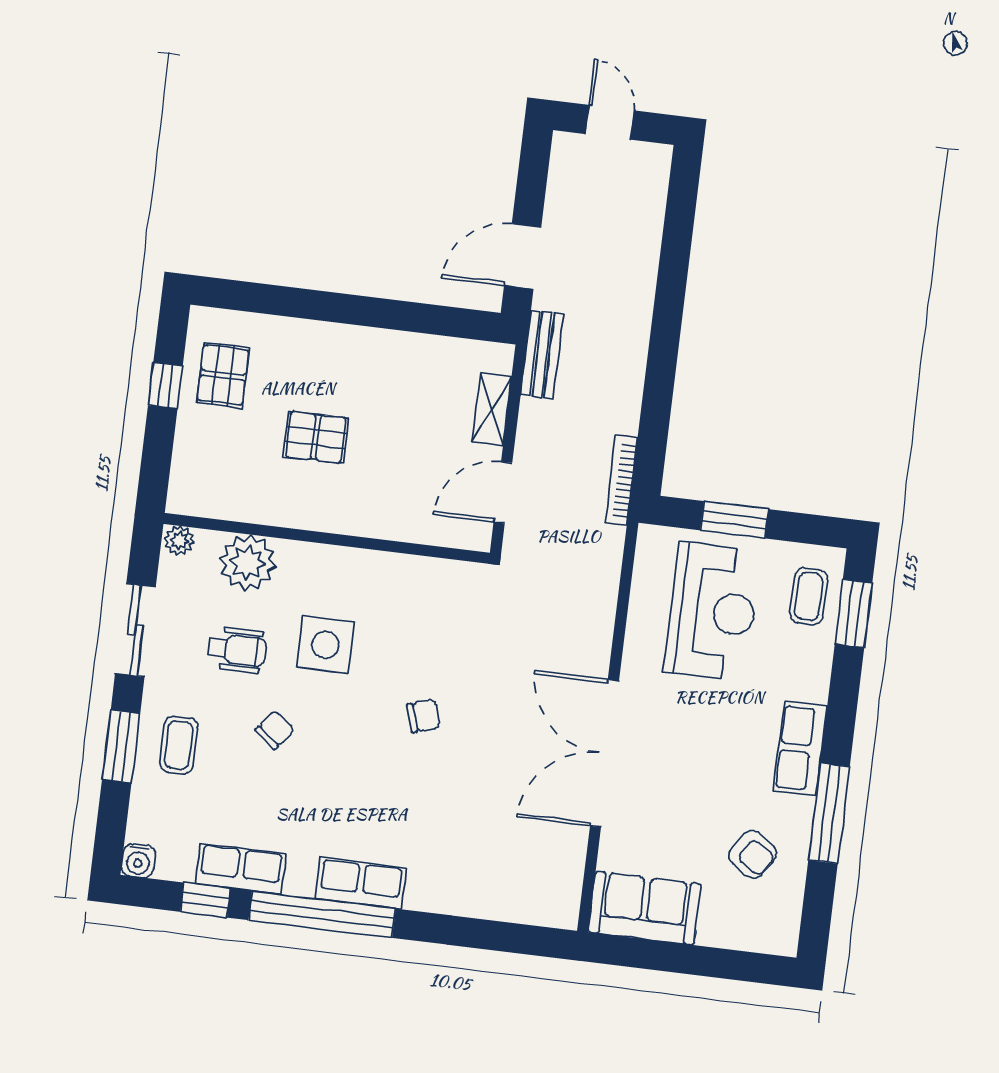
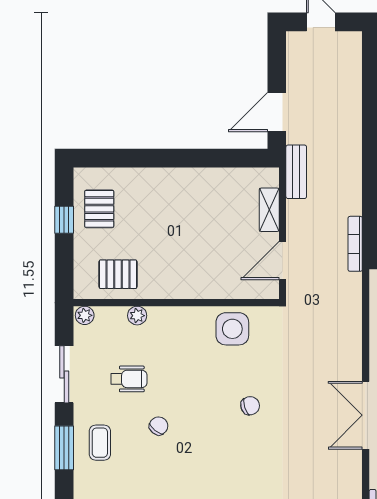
pallet: (316, 437) -> (118, 274), moved
plant: (248, 563) -> (137, 316), width x0.53, depth x0.53
side table: (325, 645) -> (232, 329), moved
double door: (604, 753) -> (366, 415), width x0.73

